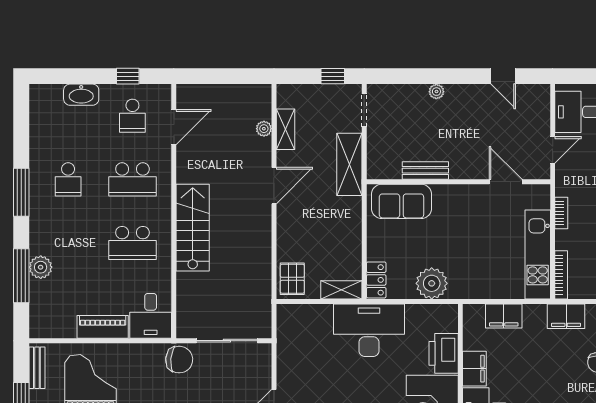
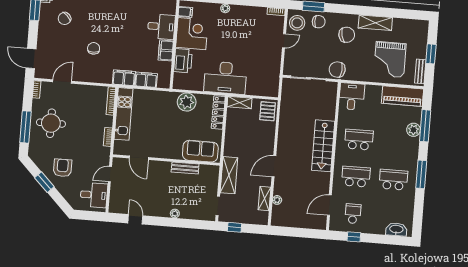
washbasin: (81, 95) -> (396, 229), moved
school desk: (68, 179) -> (393, 180), width x1.85
locker: (376, 280) -> (218, 112), width x1.53
filing cabinet: (566, 316) -> (124, 78), moved
piano: (103, 327) -> (403, 96), moved, width x1.37, depth x1.33

